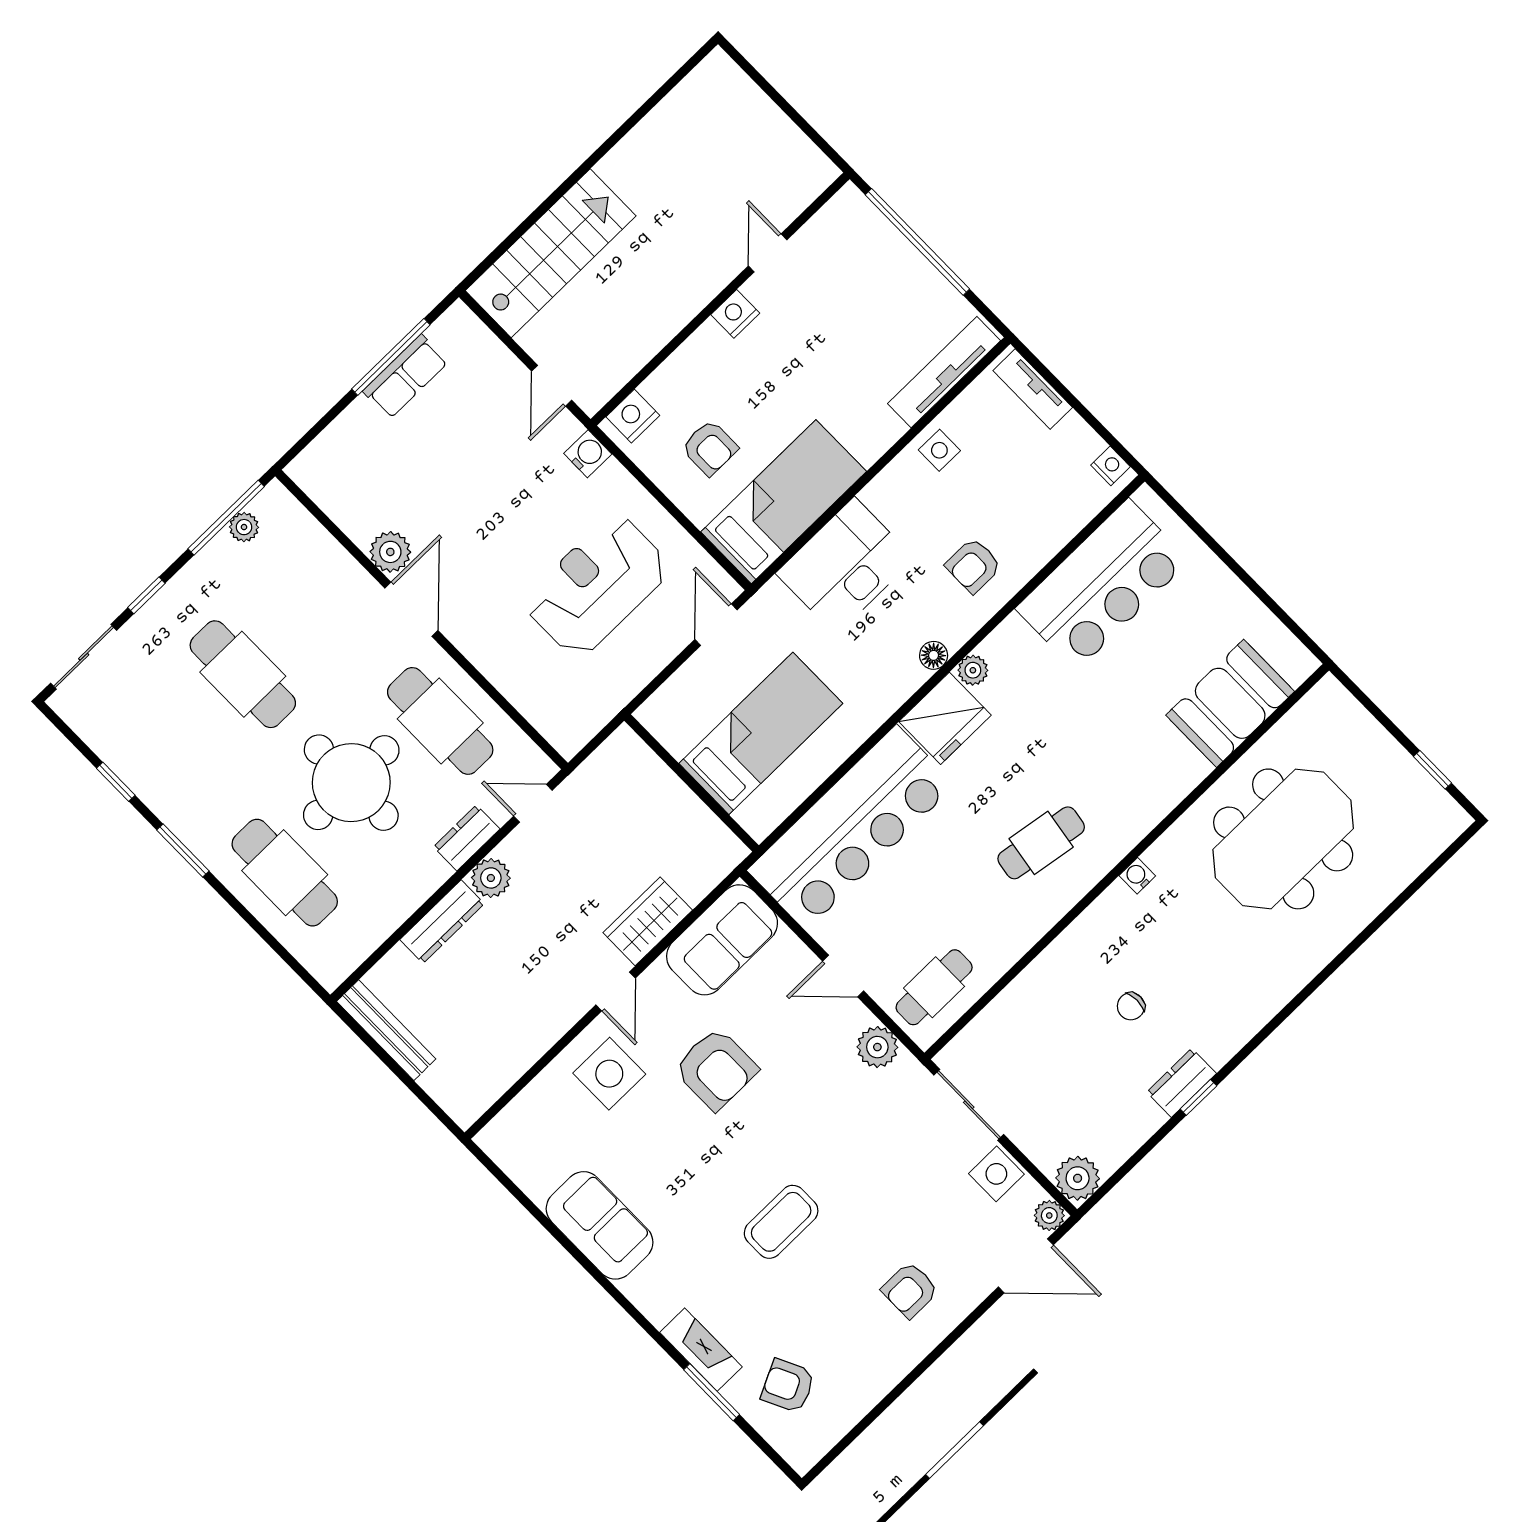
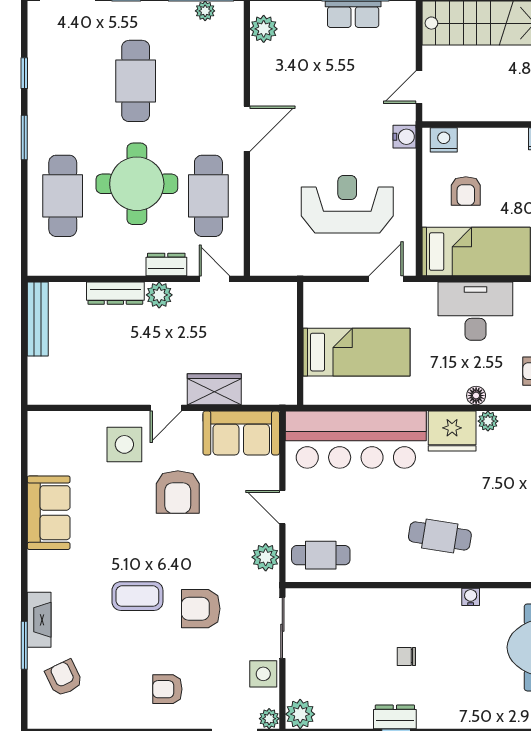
plant: (390, 552) -> (264, 29), moved
armchair: (862, 1169) -> (201, 609), added

